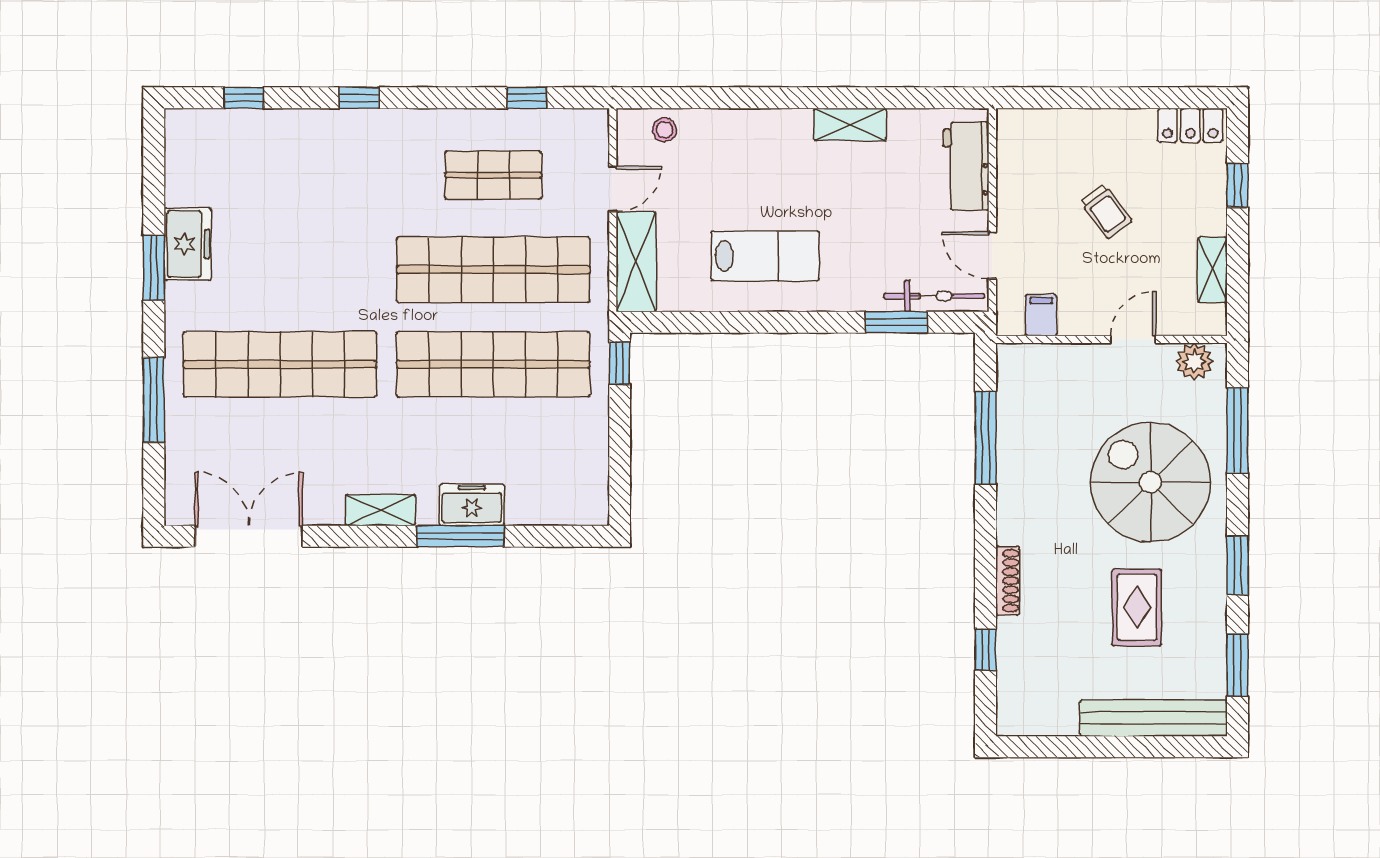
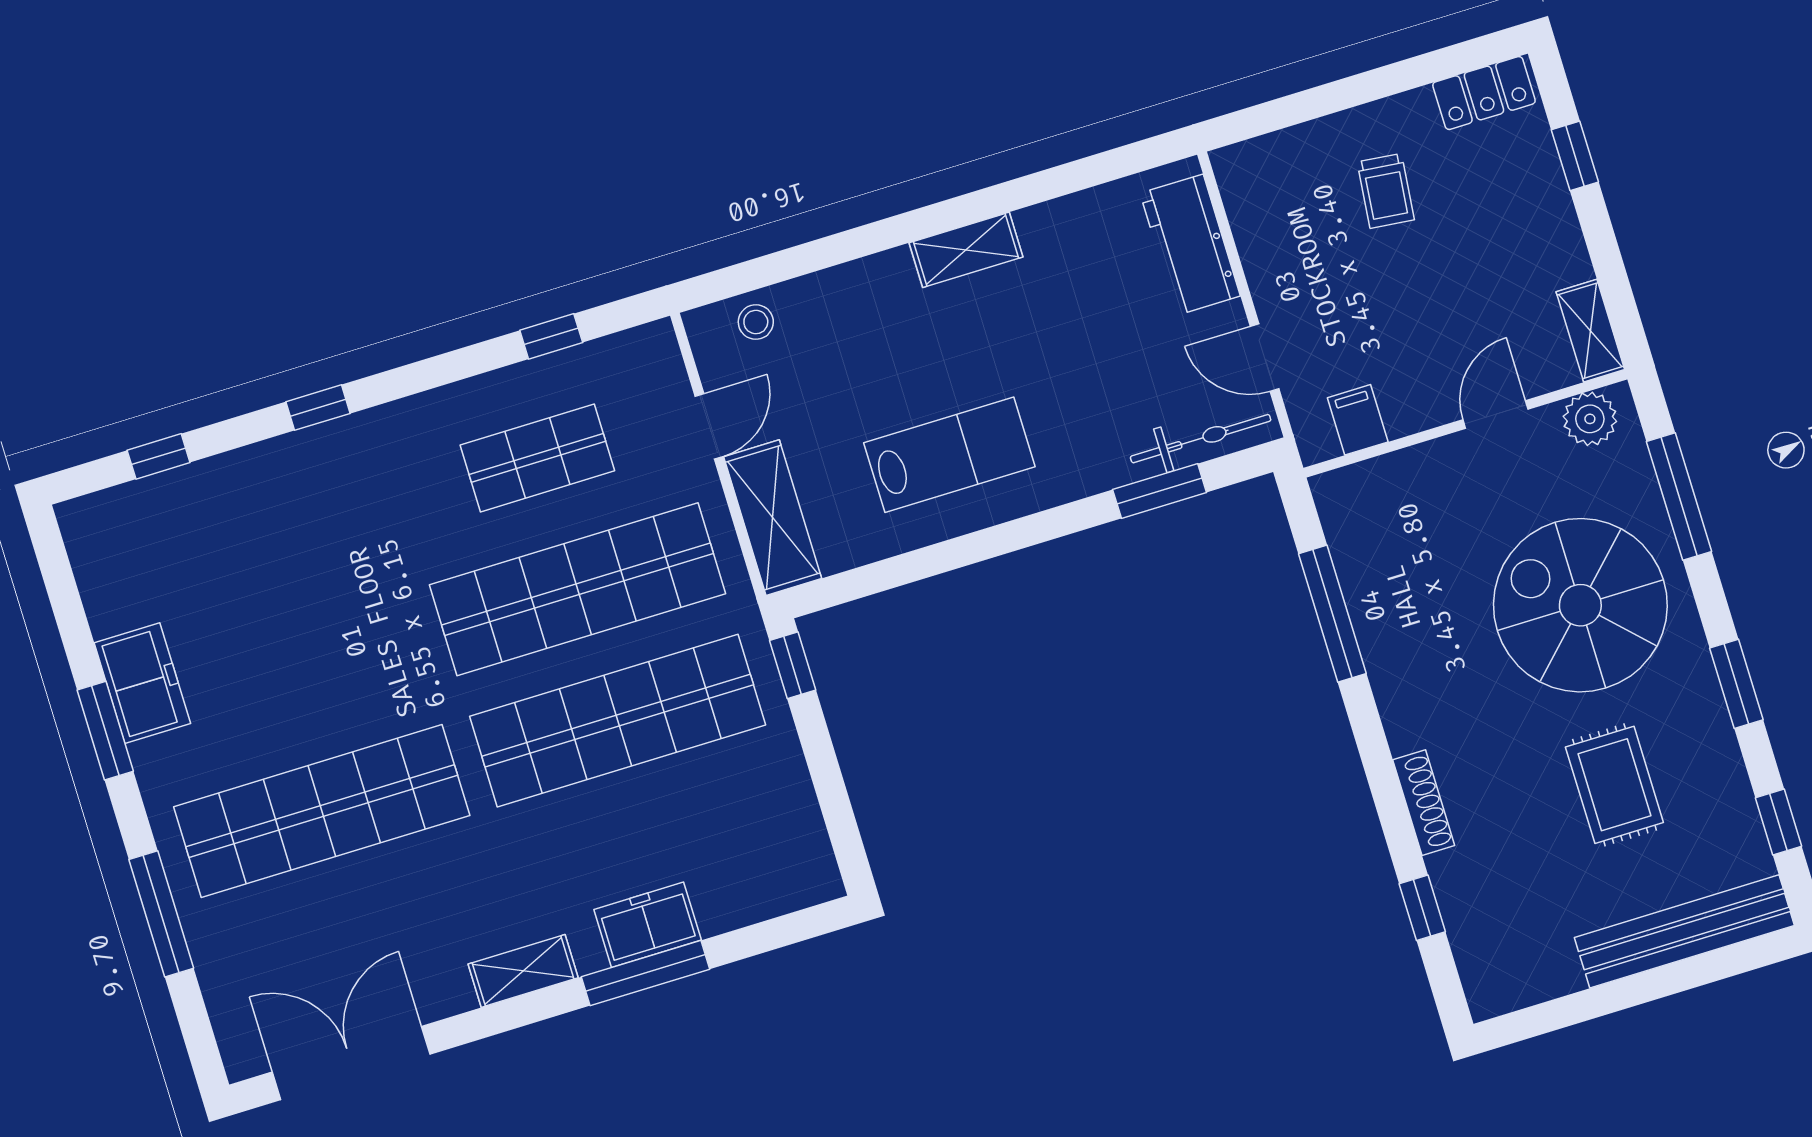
shelving: (850, 124) -> (966, 250), moved
trolley: (1106, 211) -> (1386, 191), moved, turned 43
shelving: (1212, 270) -> (1590, 331), moved
window: (1237, 665) -> (1779, 822), width x0.67

